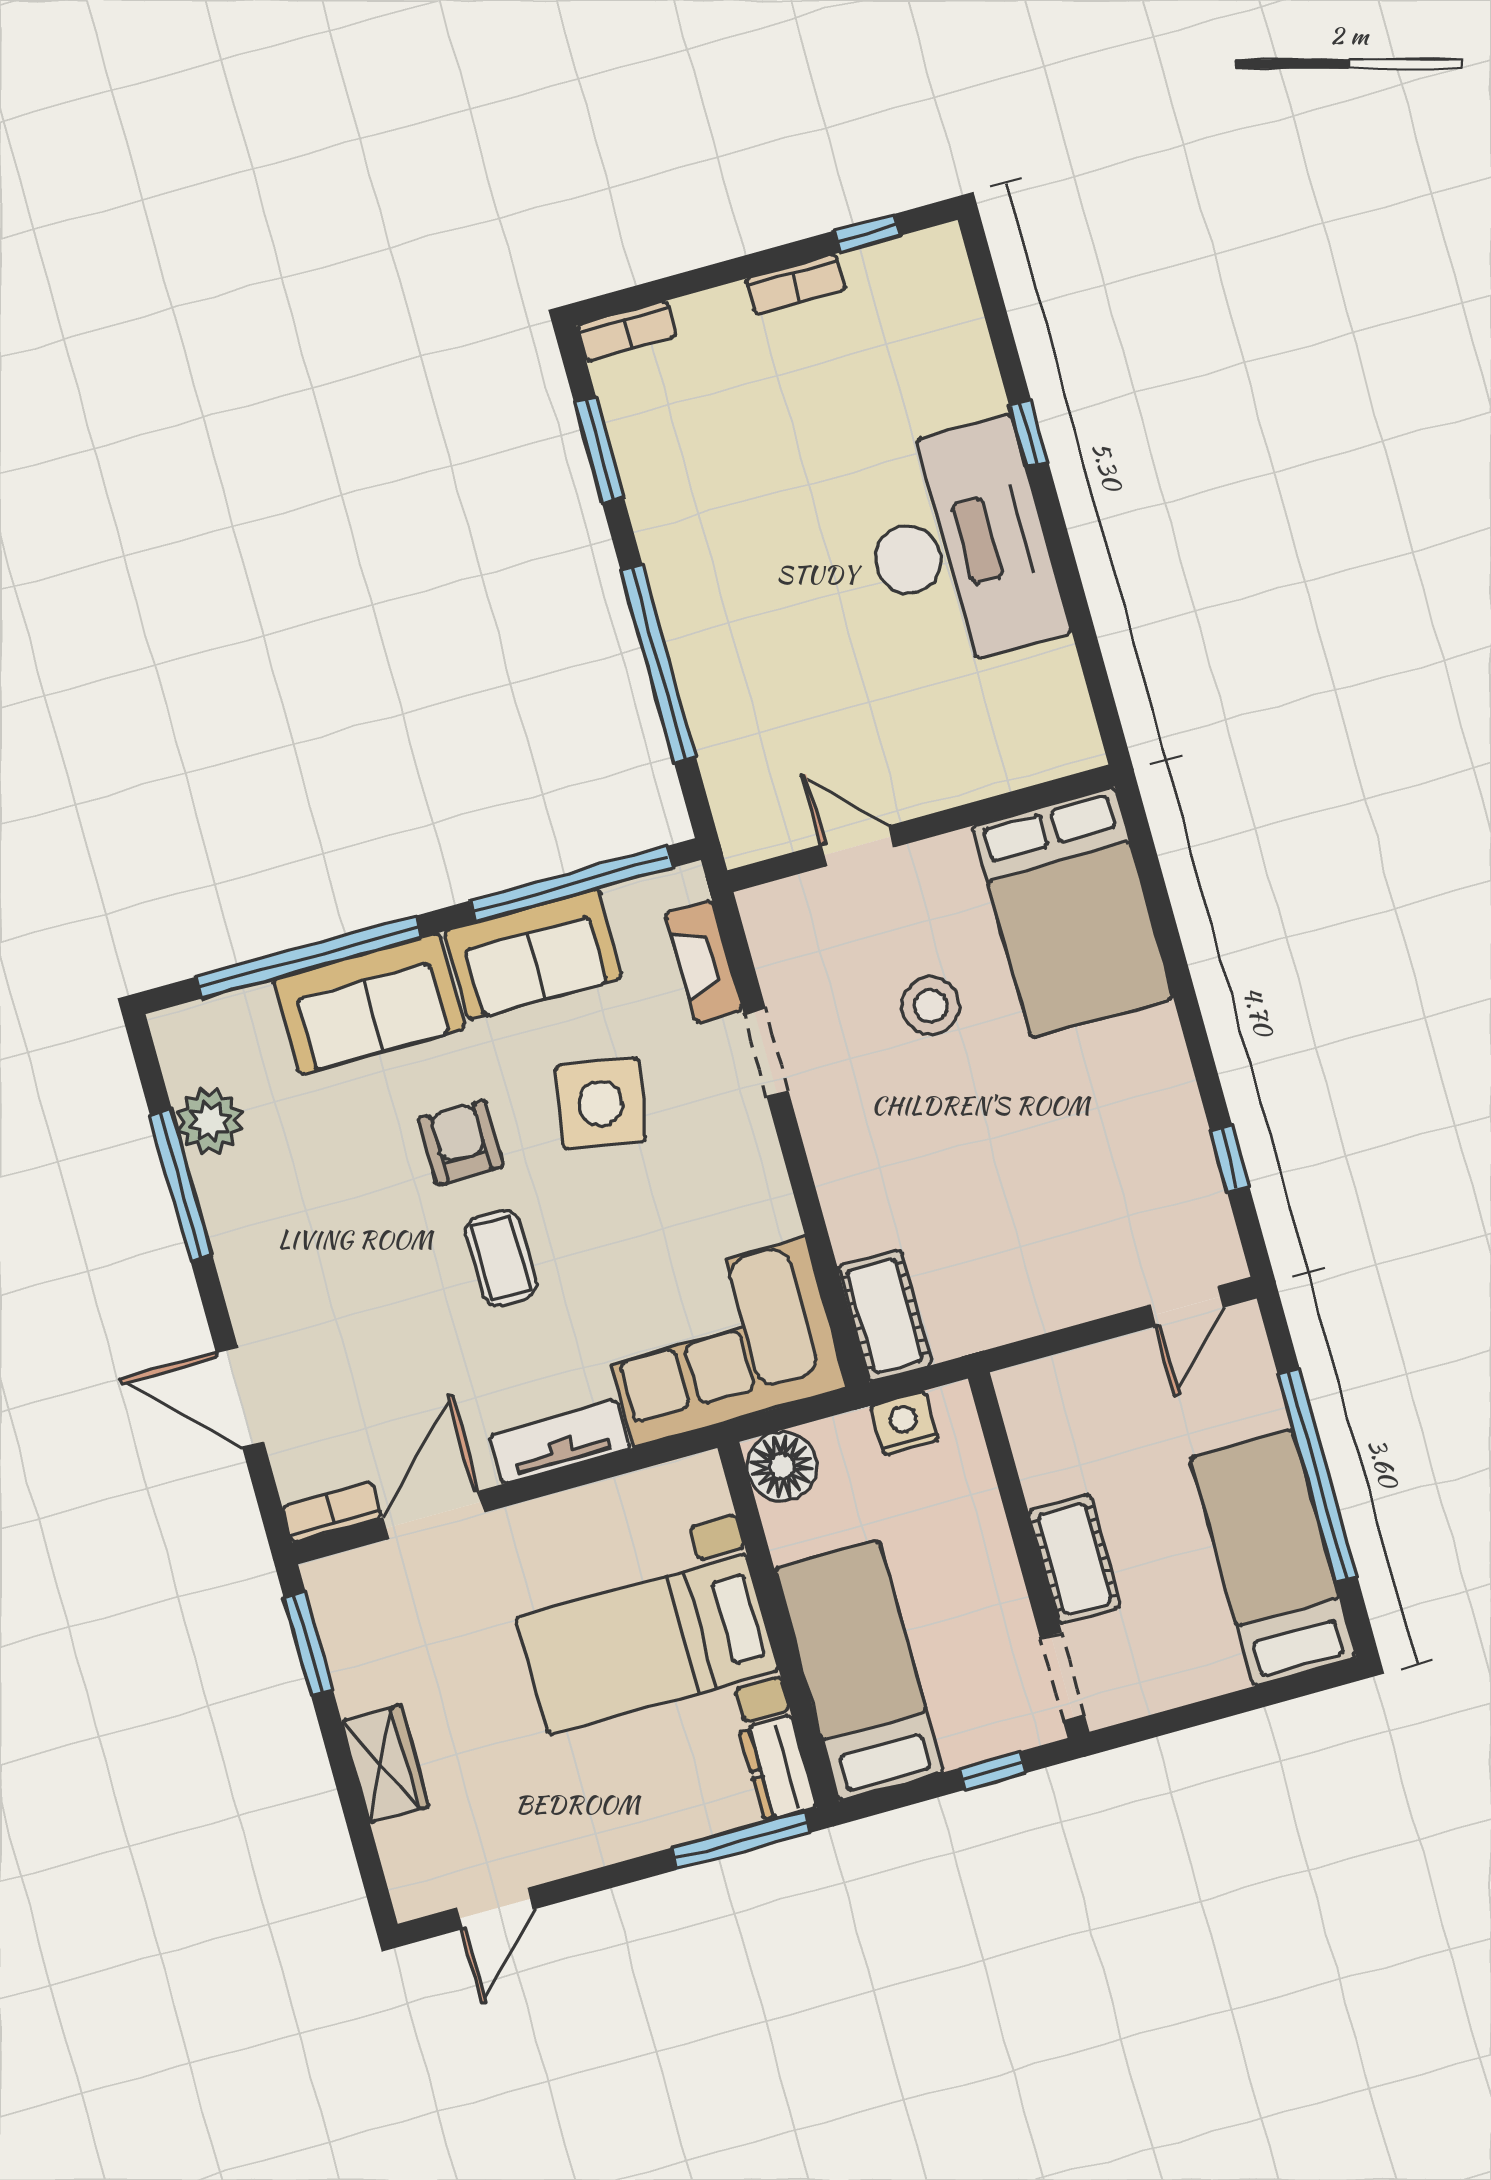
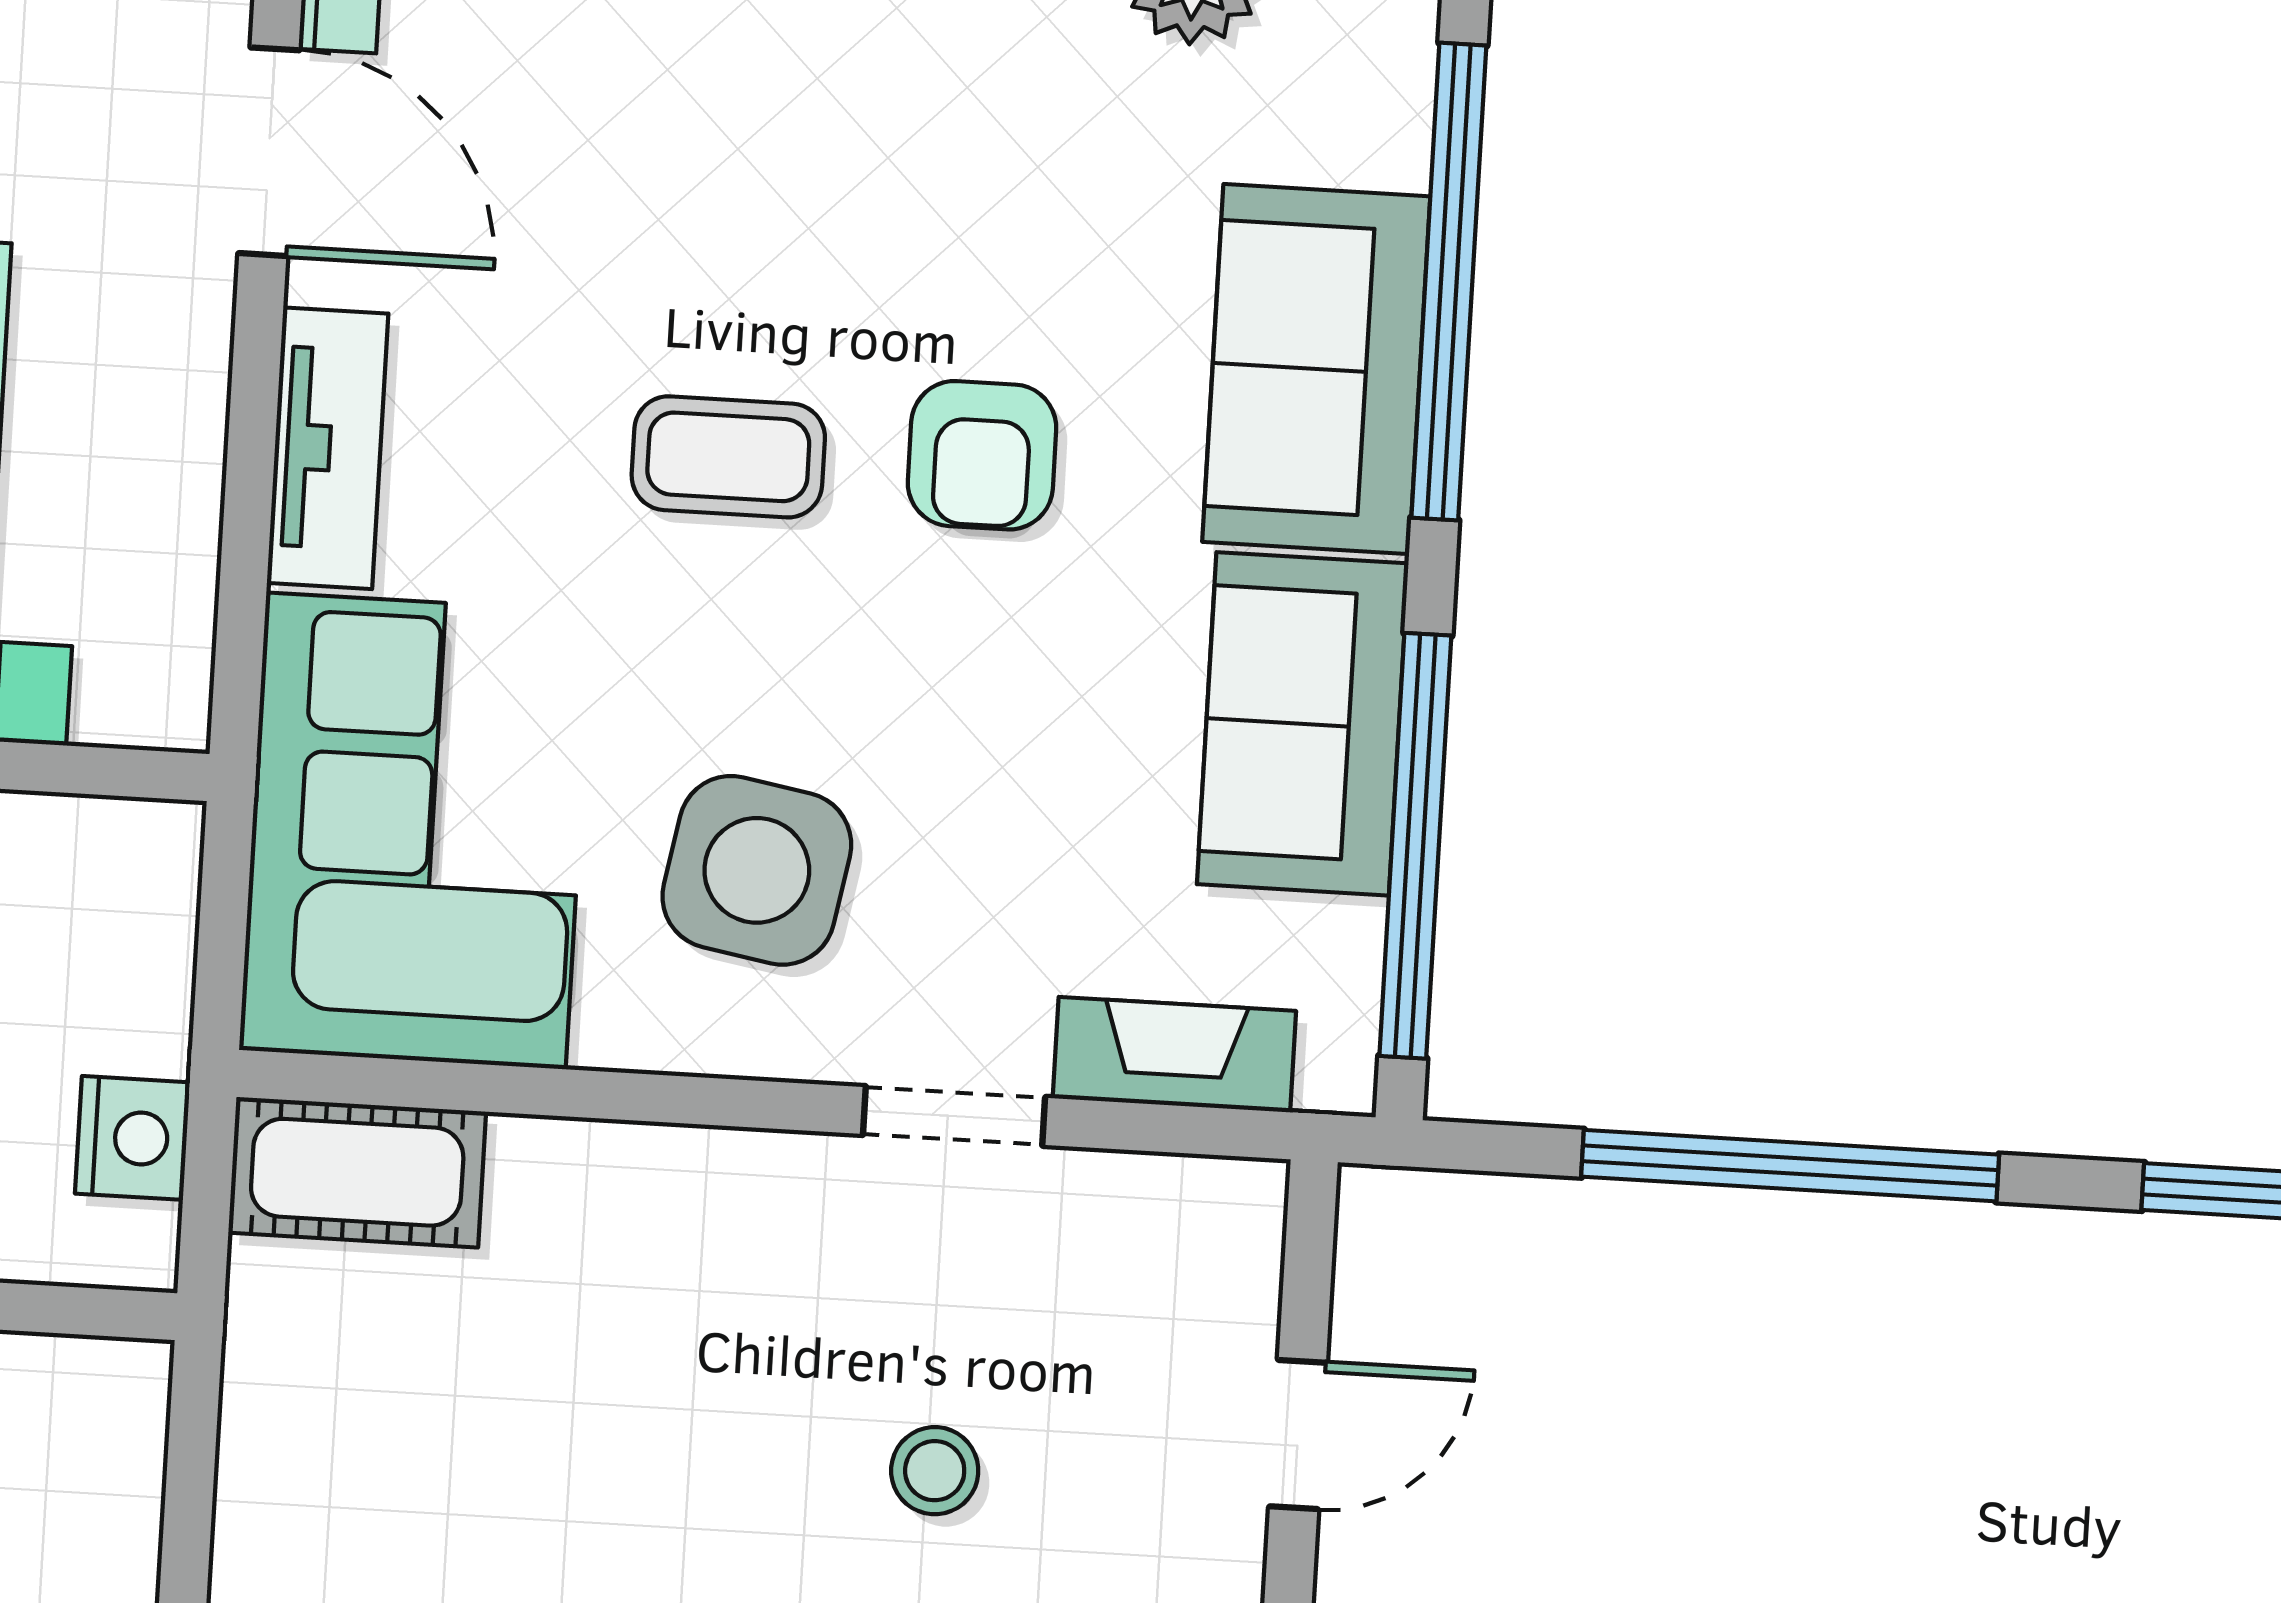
stool: (931, 1006) -> (935, 1471), width x0.73, depth x0.73
side table: (601, 1103) -> (757, 870), moved
armchair: (461, 1143) -> (982, 455), turned 90
floor lamp: (782, 1466) -> (131, 869), removed

